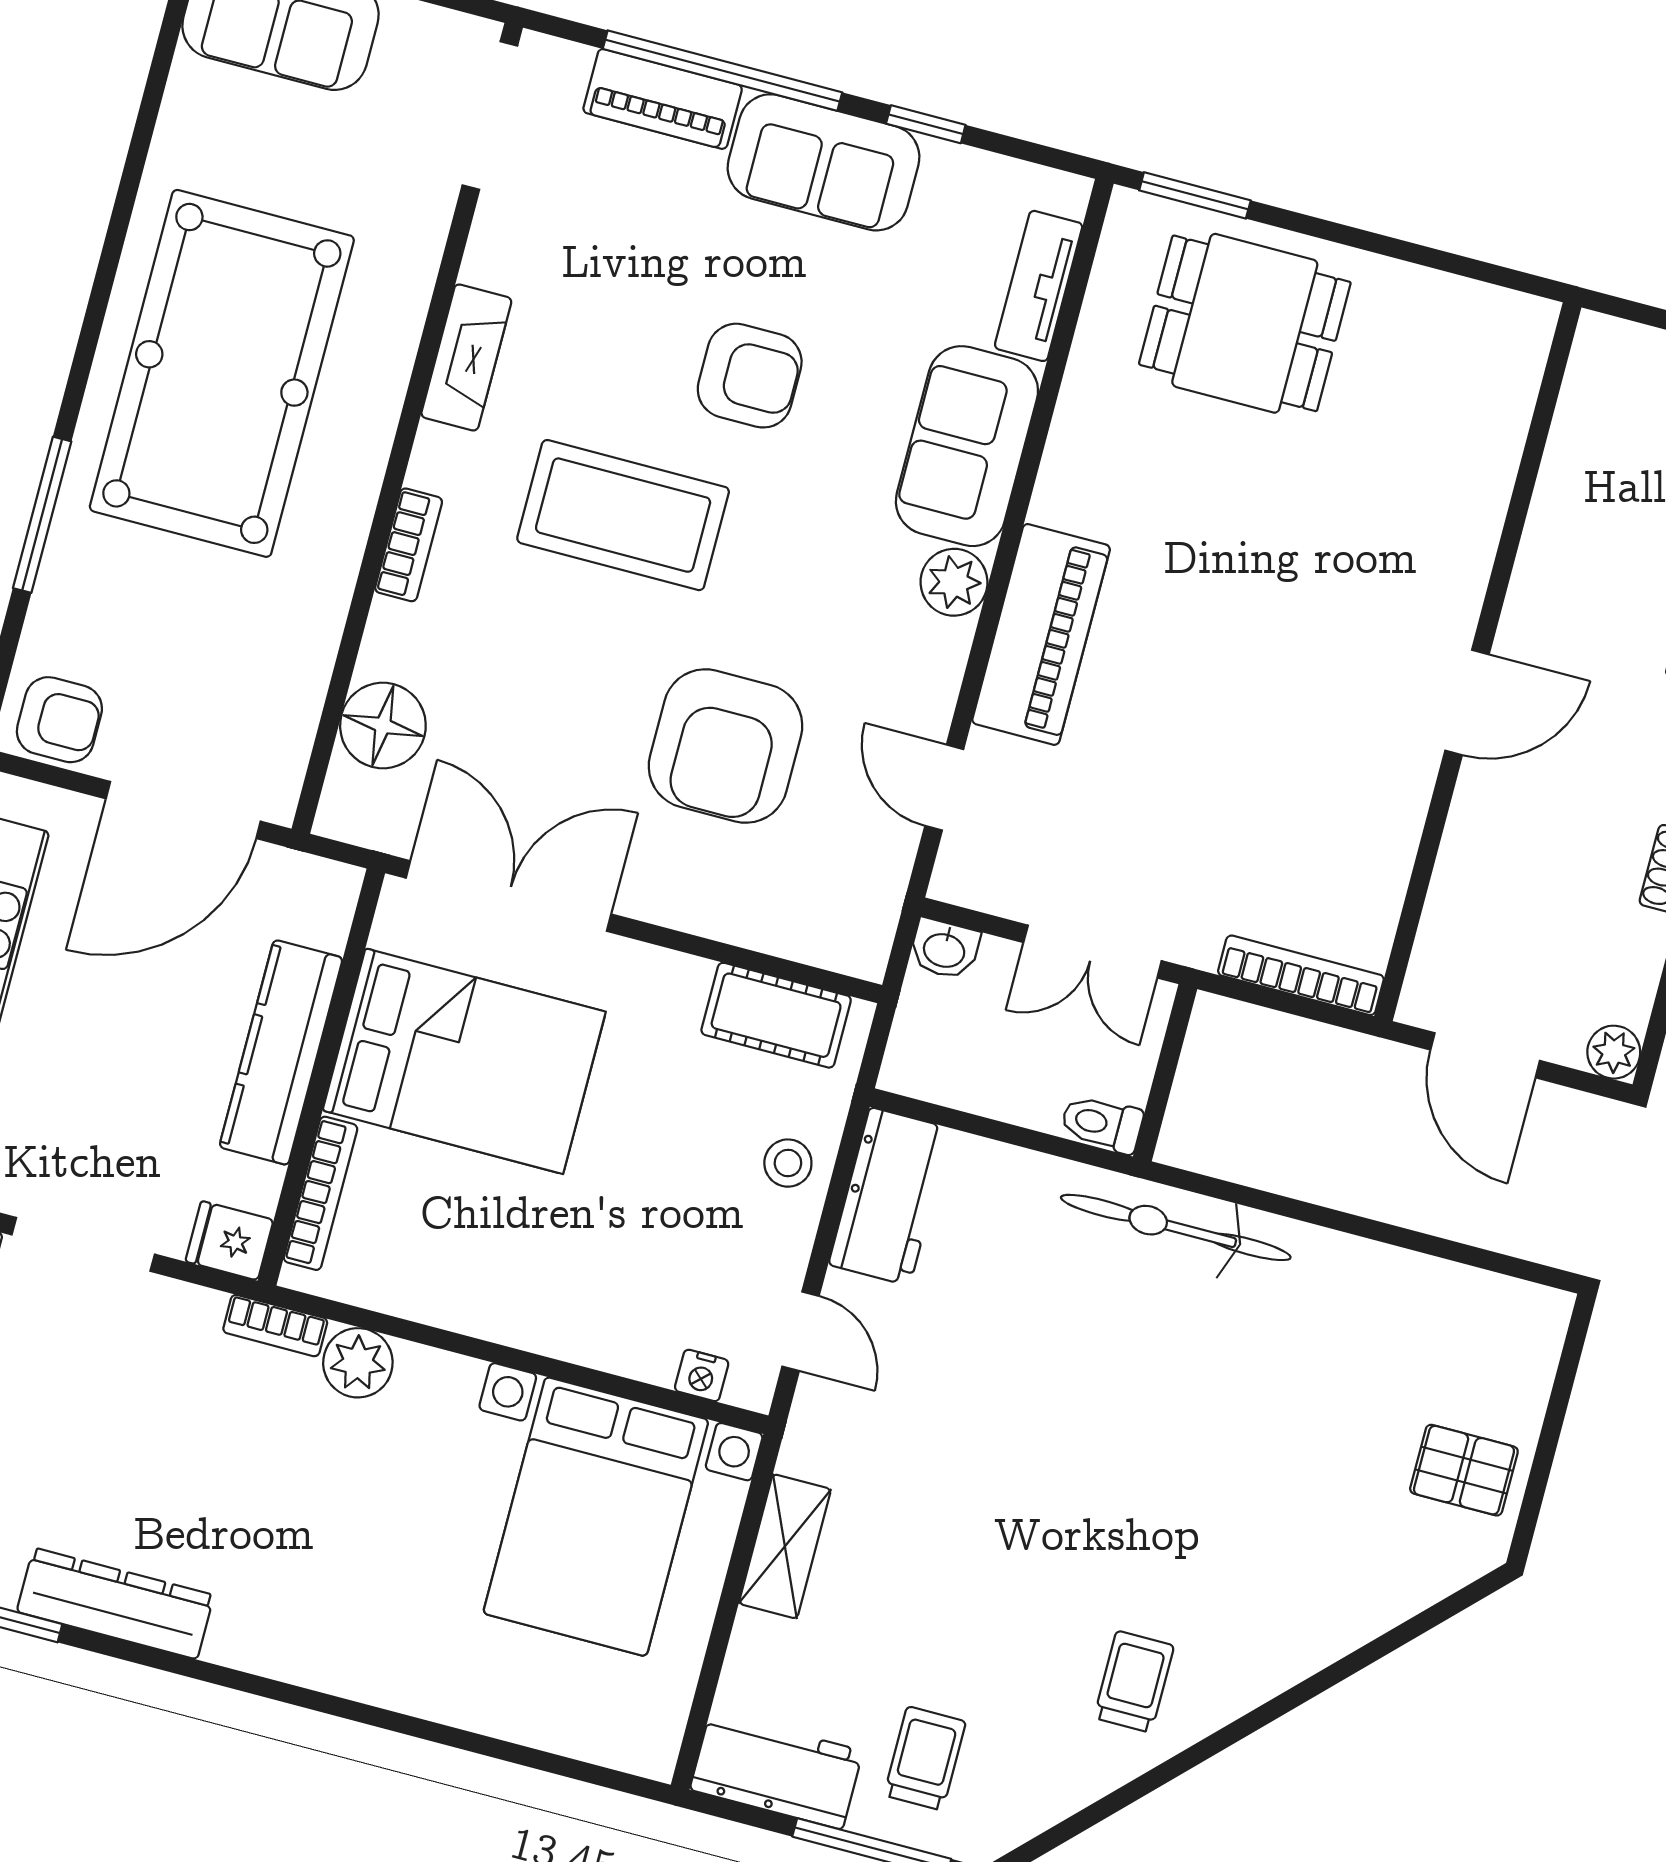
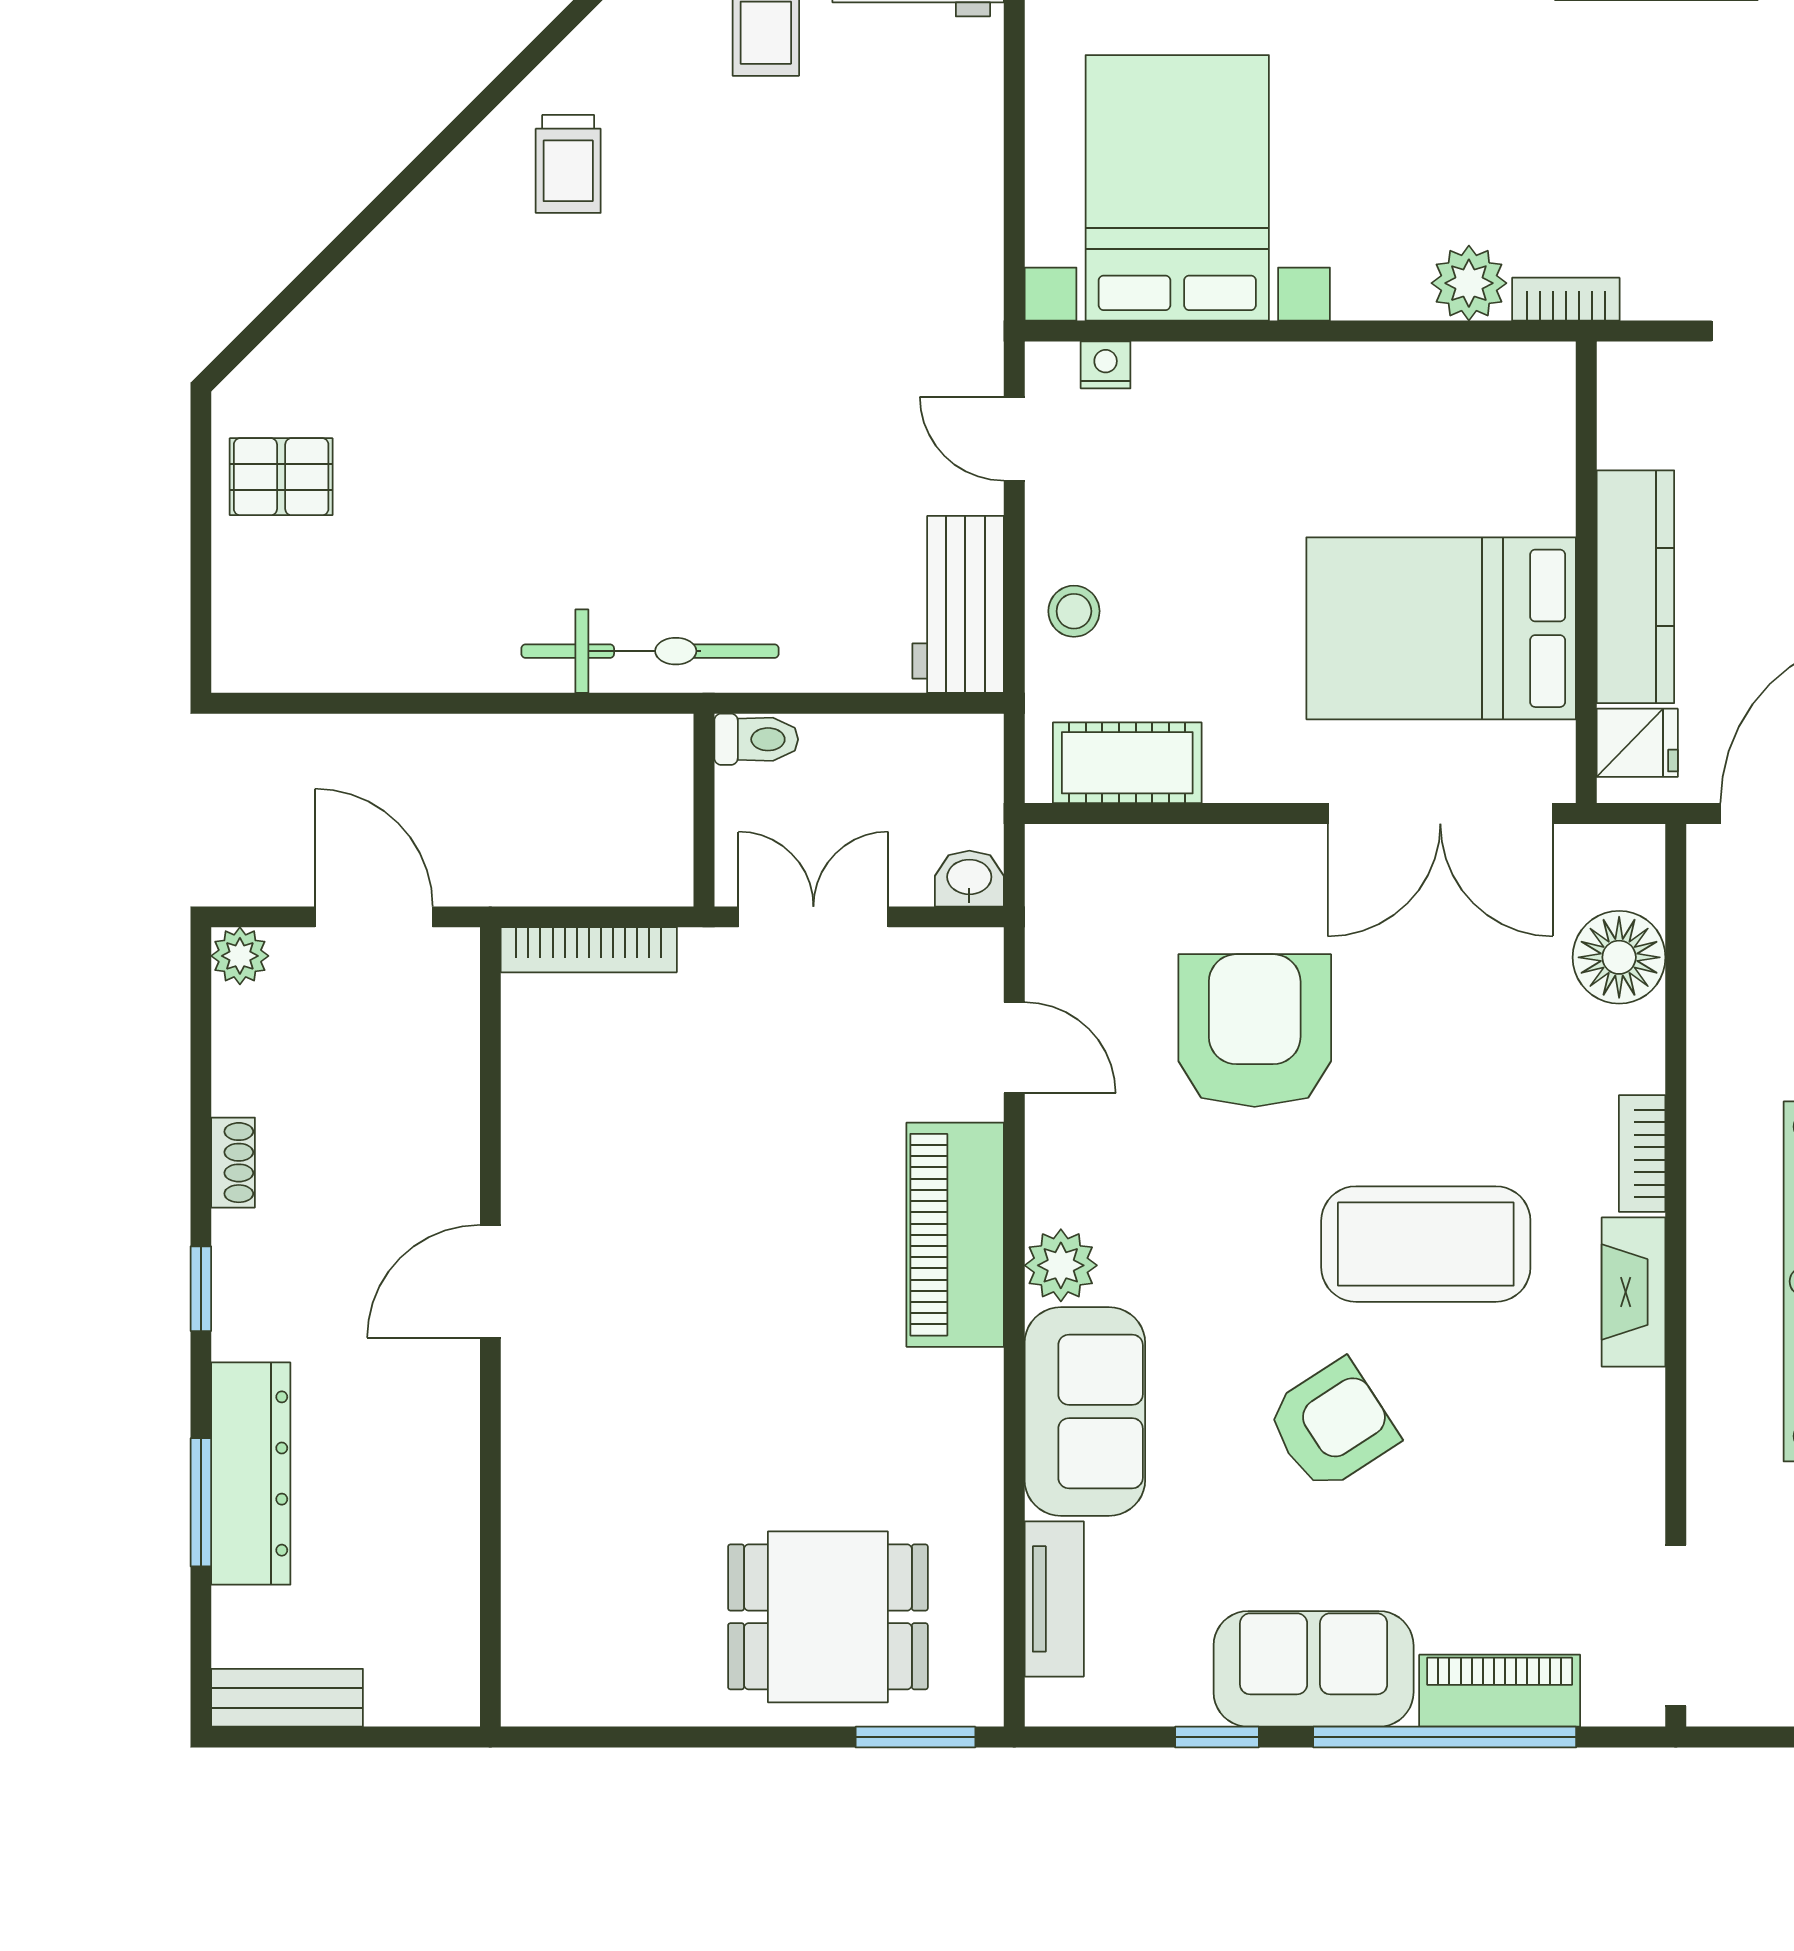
fireplace: (466, 357) -> (1634, 1292), moved
armchair: (750, 376) -> (1332, 1425), turned 147
bookcase: (321, 1193) -> (1555, 450), removed
fridge: (229, 1241) -> (1637, 743), moved
shelving: (785, 1546) -> (971, 209), removed

